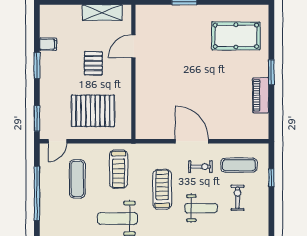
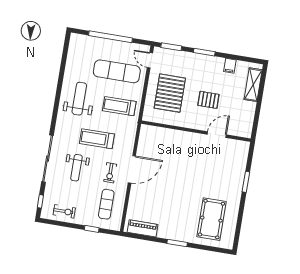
shelving: (102, 13) -> (253, 85), moved
door: (133, 46) -> (217, 135), hinge flipped
window: (37, 65) -> (204, 52), moved
piano: (261, 95) -> (143, 228), moved
exercise mat: (77, 179) -> (117, 71), width x1.36, depth x1.45
treadmill: (162, 189) -> (97, 139), turned 180
exercise bike: (238, 198) -> (64, 211), moved

